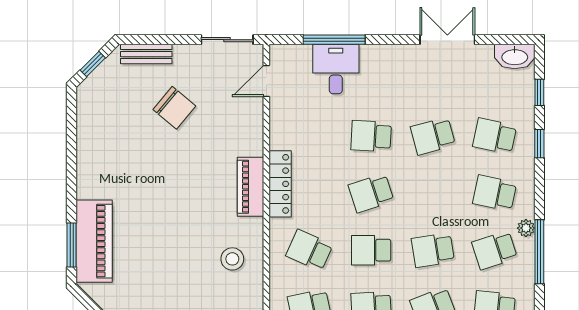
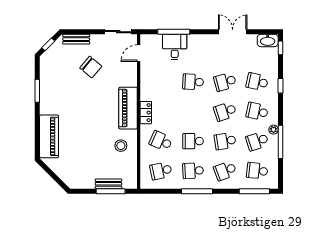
window: (539, 92) -> (281, 48), moved
locker: (280, 184) -> (146, 113), width x0.66
piano: (250, 187) -> (128, 108), width x1.37, depth x1.33
school desk: (371, 193) -> (225, 111), moved
window: (72, 245) -> (37, 91), moved

